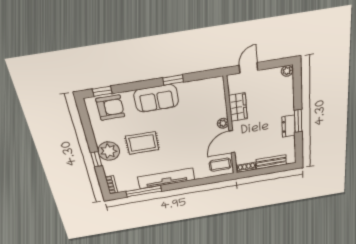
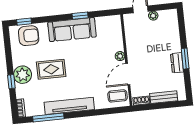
plant: (287, 71) -> (153, 16), moved
sofa: (156, 98) -> (72, 30), width x1.36
wardrobe: (238, 107) -> (133, 42), removed

